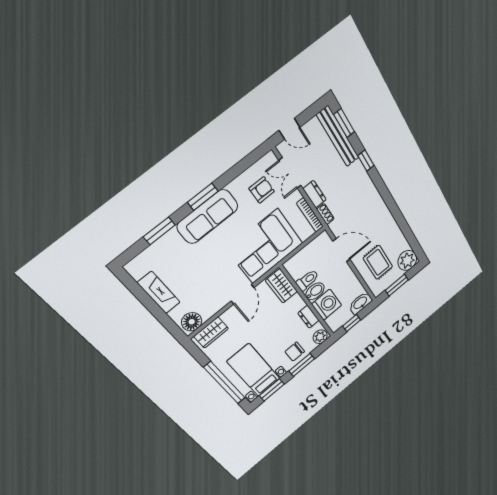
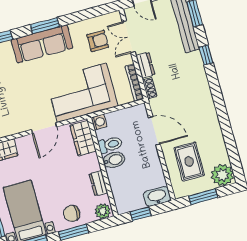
washing machine: (327, 305) -> (99, 122), moved, width x0.53, depth x0.53

